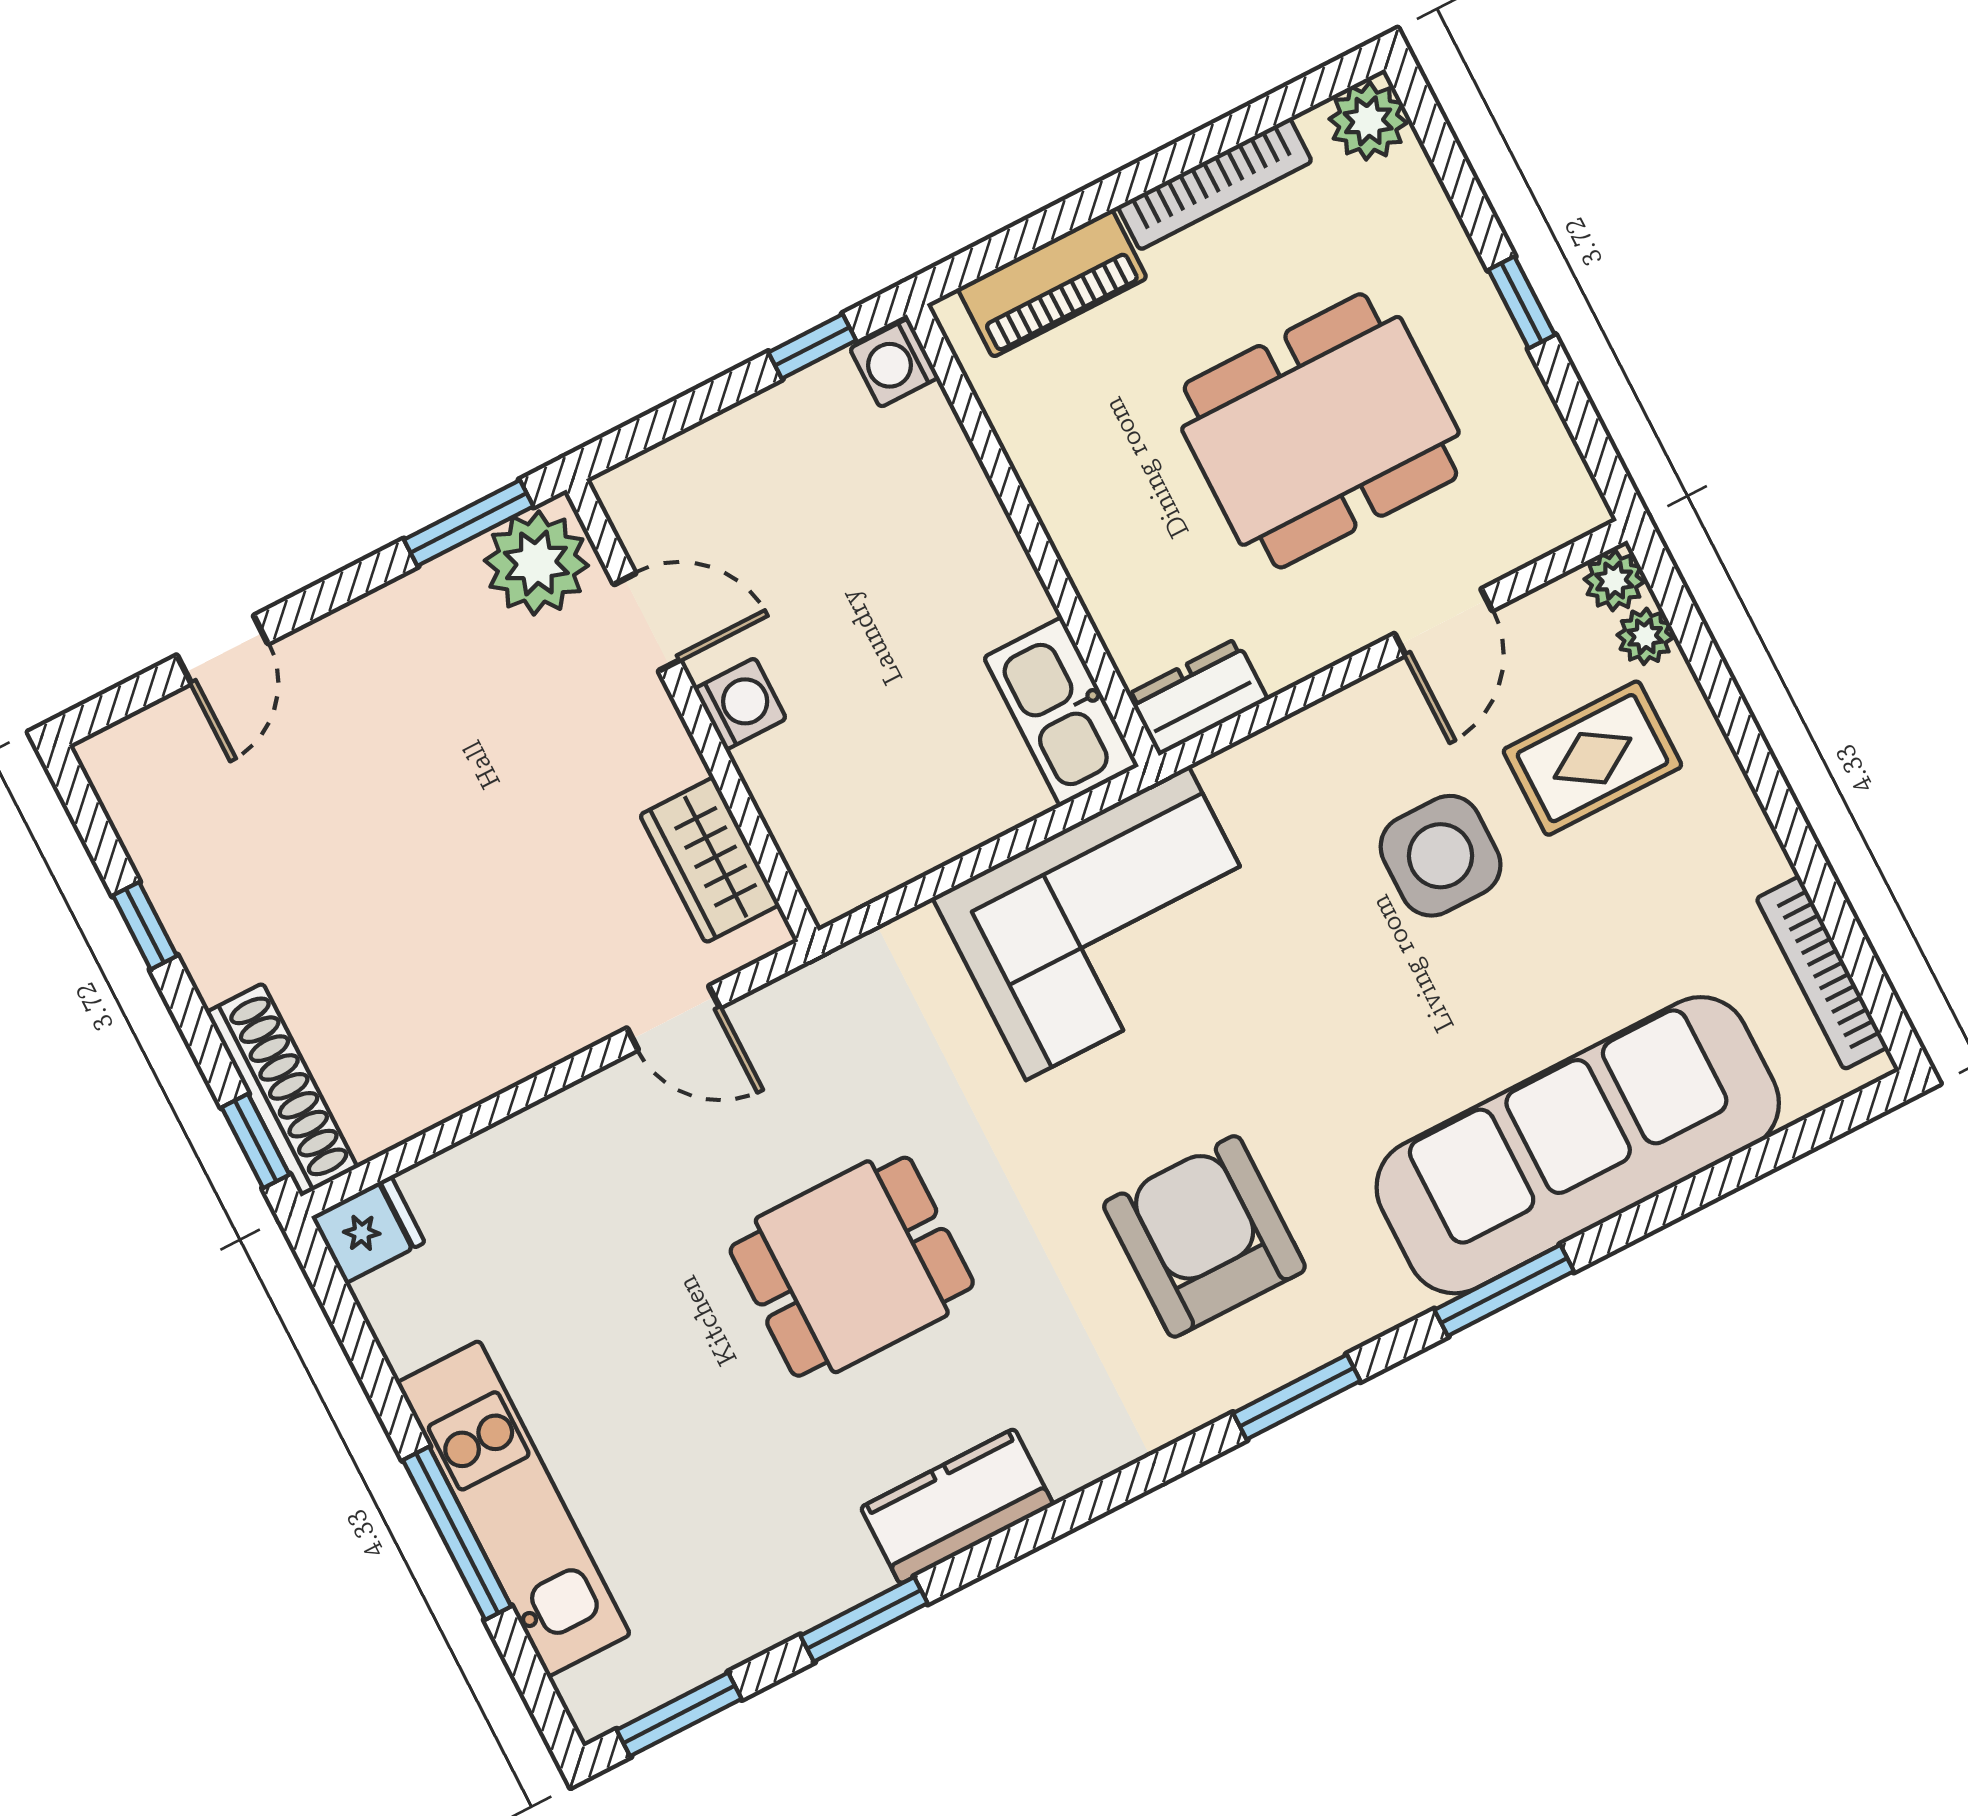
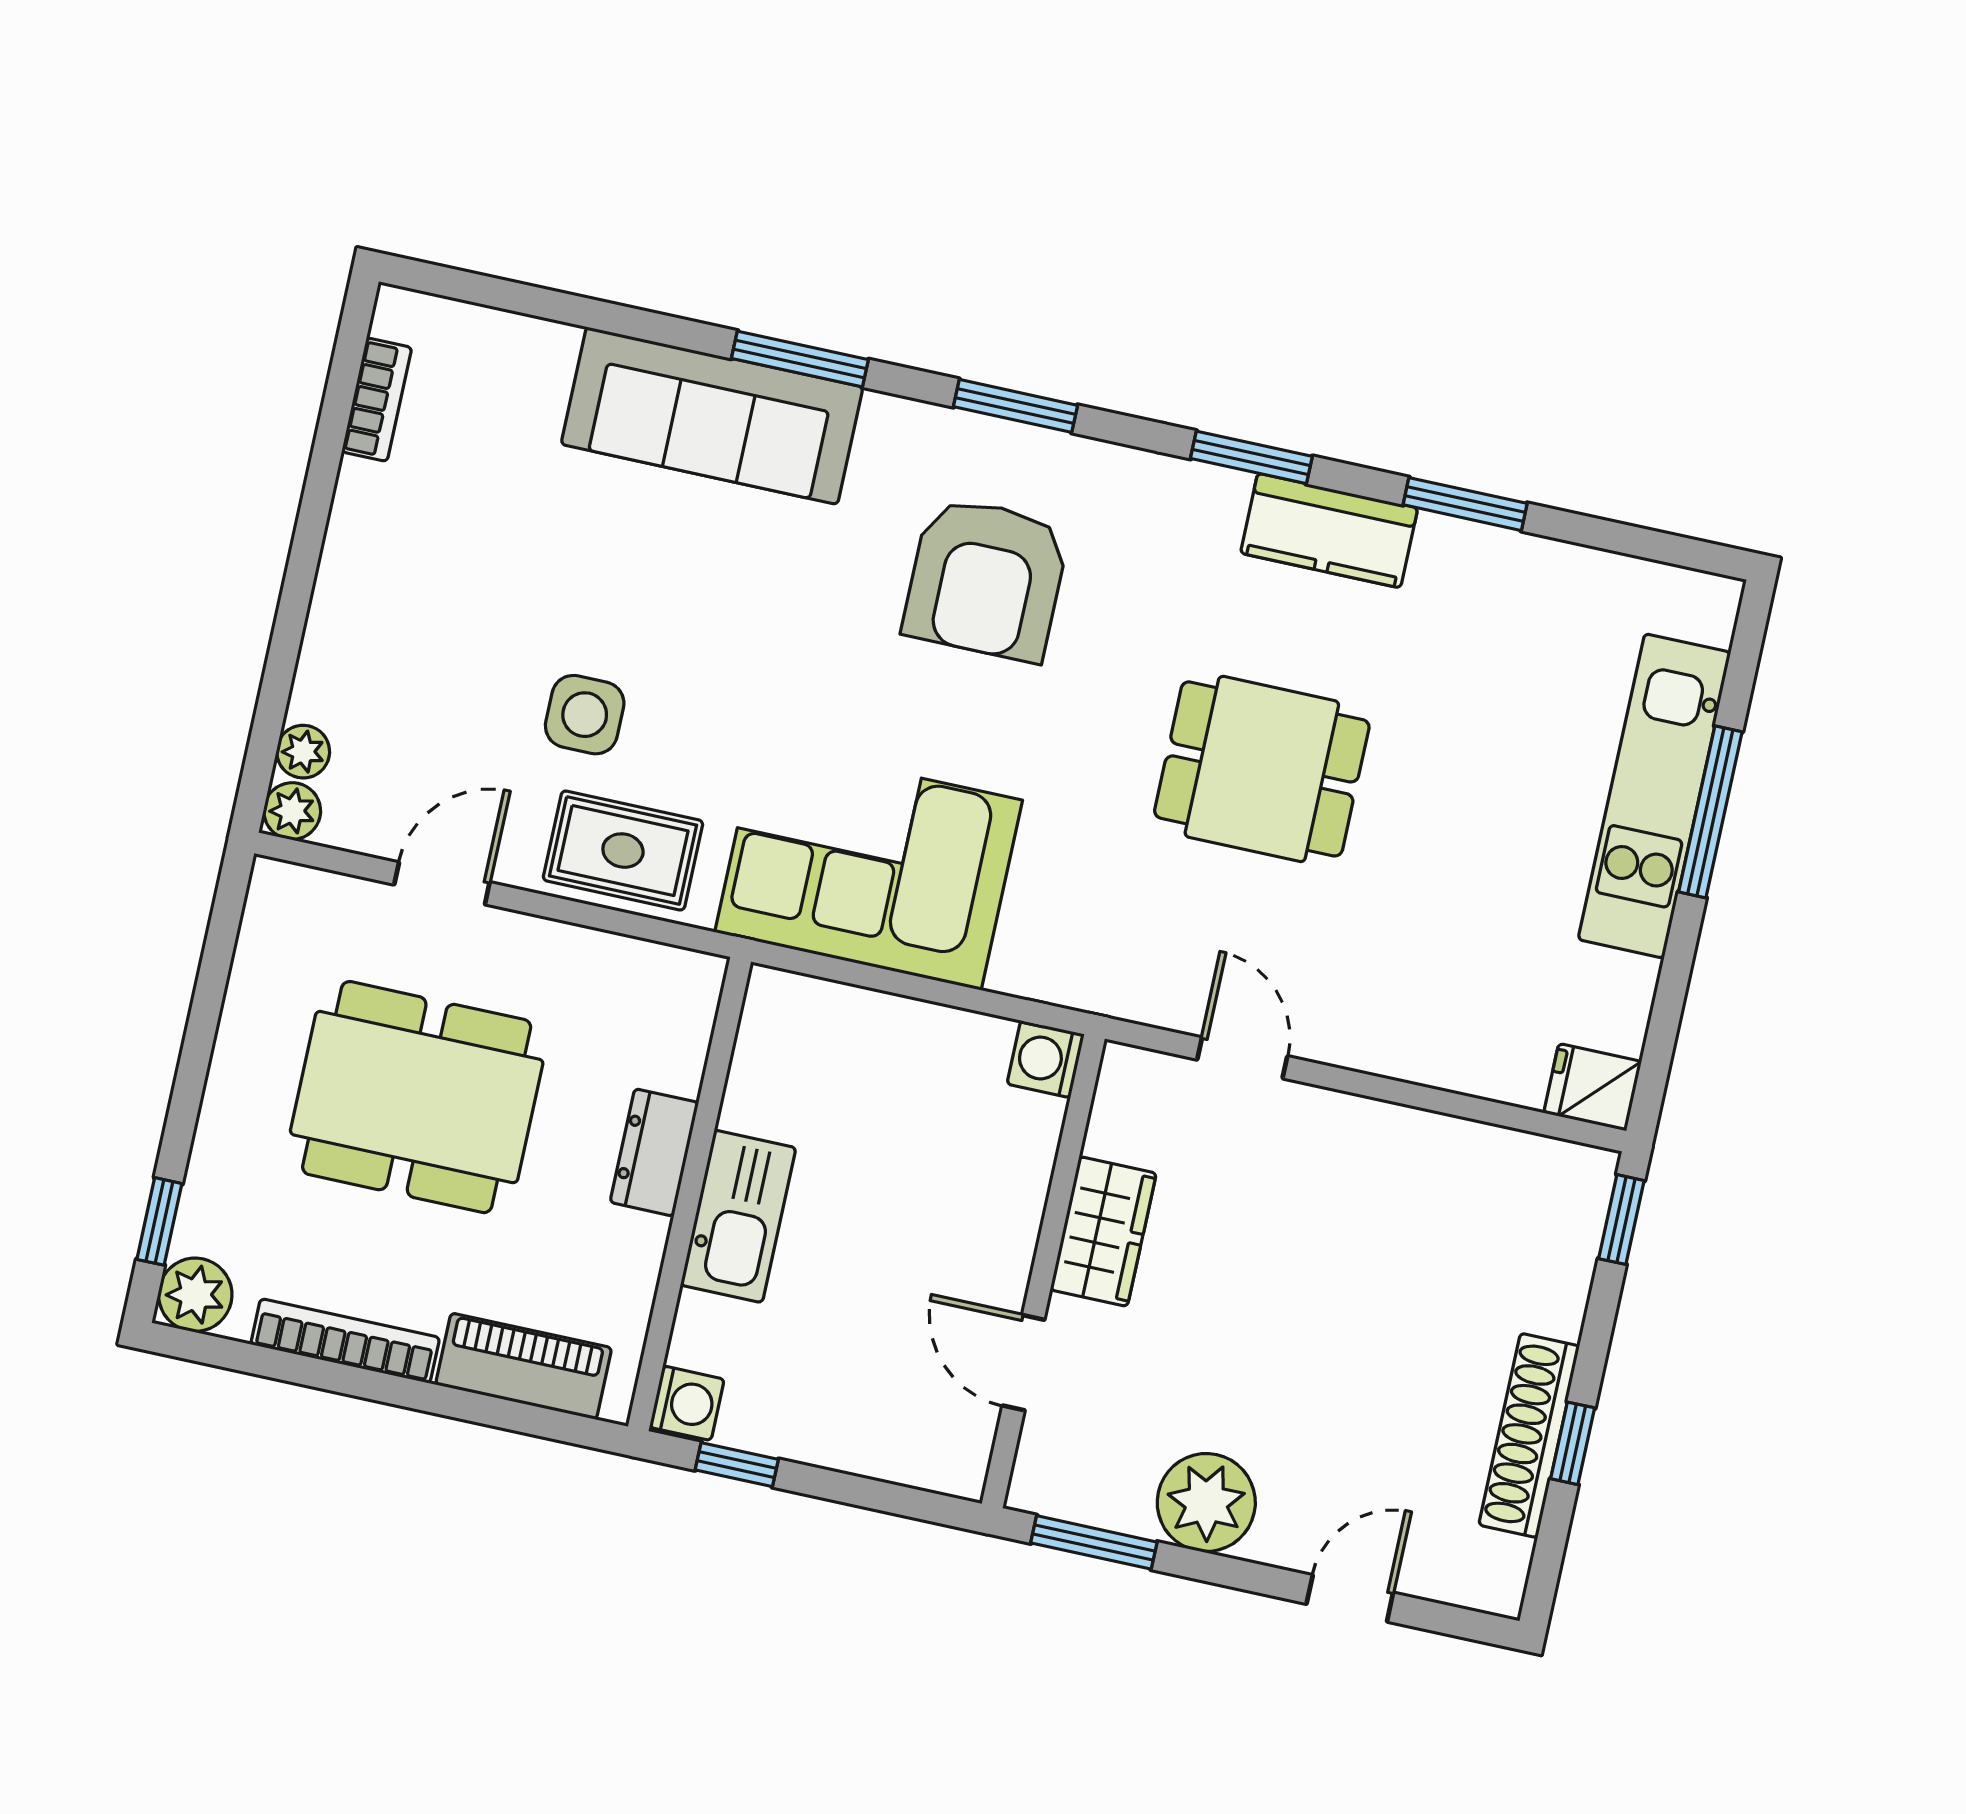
window: (1522, 302) -> (159, 1221), moved
plant: (536, 563) -> (1206, 1503), moved
dresser: (1198, 697) -> (654, 1152), moved, turned 90
washing machine: (740, 704) -> (1046, 1059), moved
kitchen sink: (1061, 712) -> (738, 1216), moved
rug: (1592, 758) -> (623, 851), moved
side table: (1441, 856) -> (585, 715), width x0.73, depth x0.73
wardrobe: (710, 860) -> (1103, 1231), moved
bookcase: (1822, 973) -> (377, 400), width x0.64
shoe rack: (282, 1090) -> (1529, 1435), moved
sofa: (1578, 1145) -> (712, 416), width x0.74, depth x0.79
window: (679, 1714) -> (1251, 457), moved

